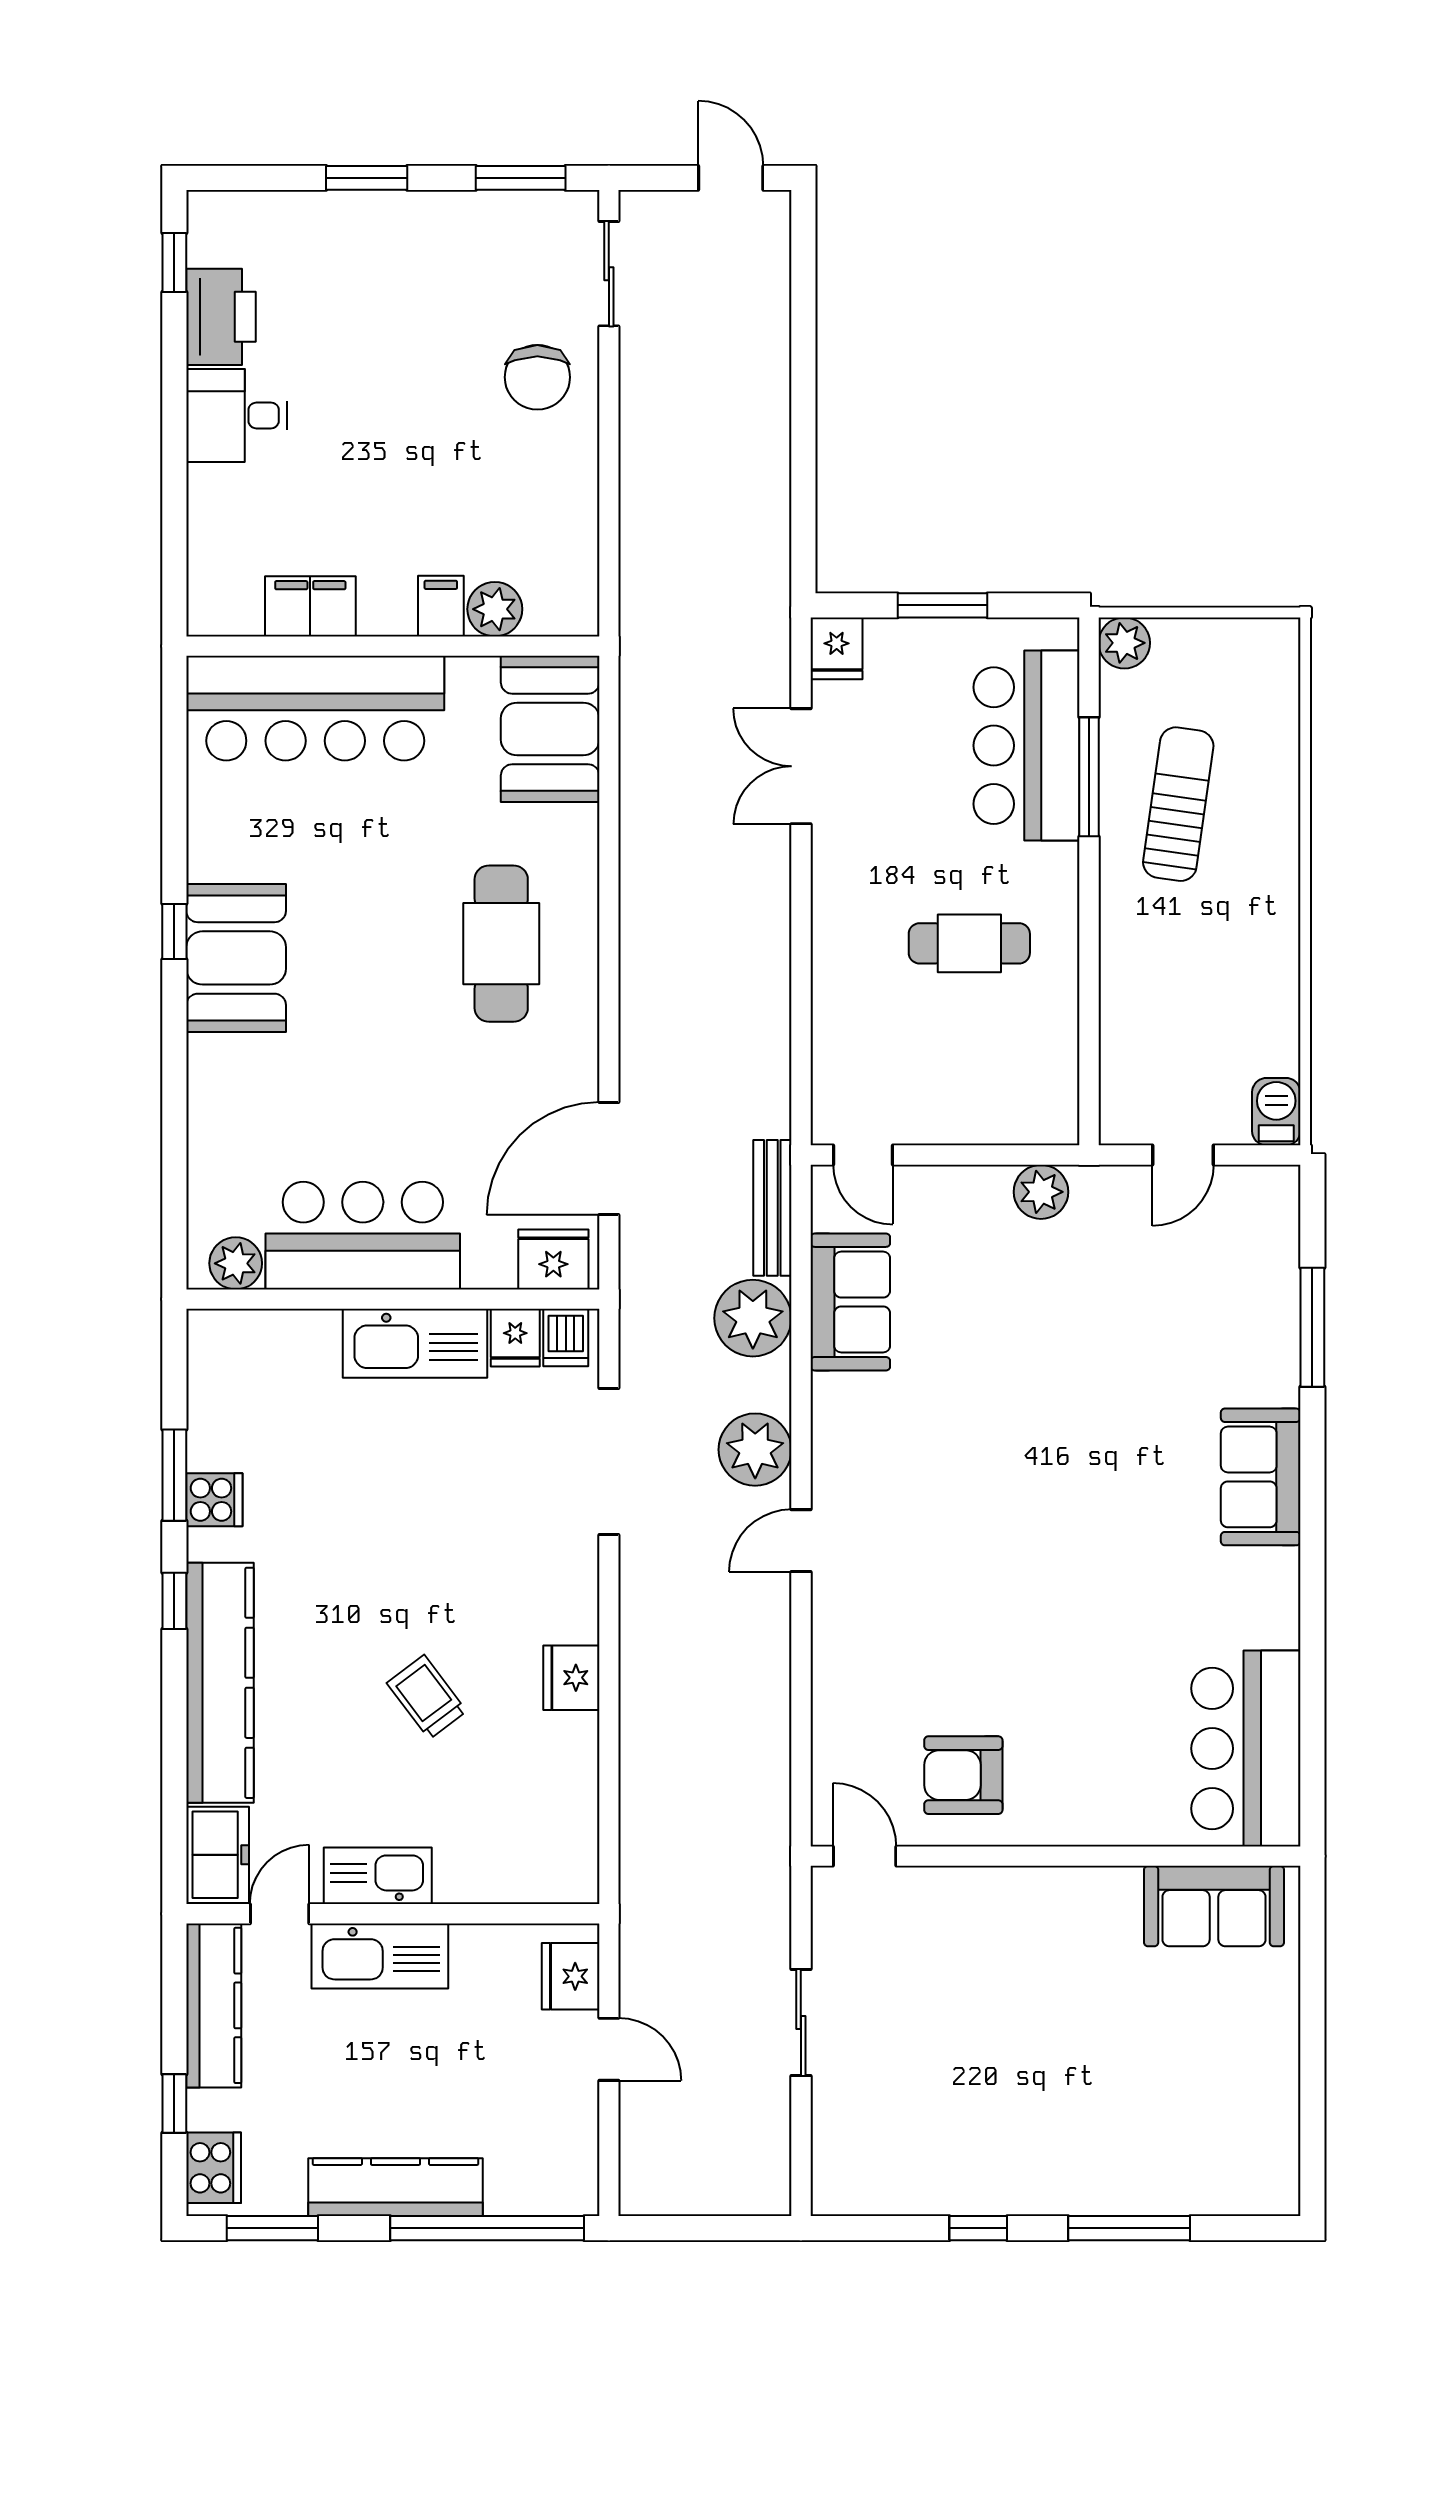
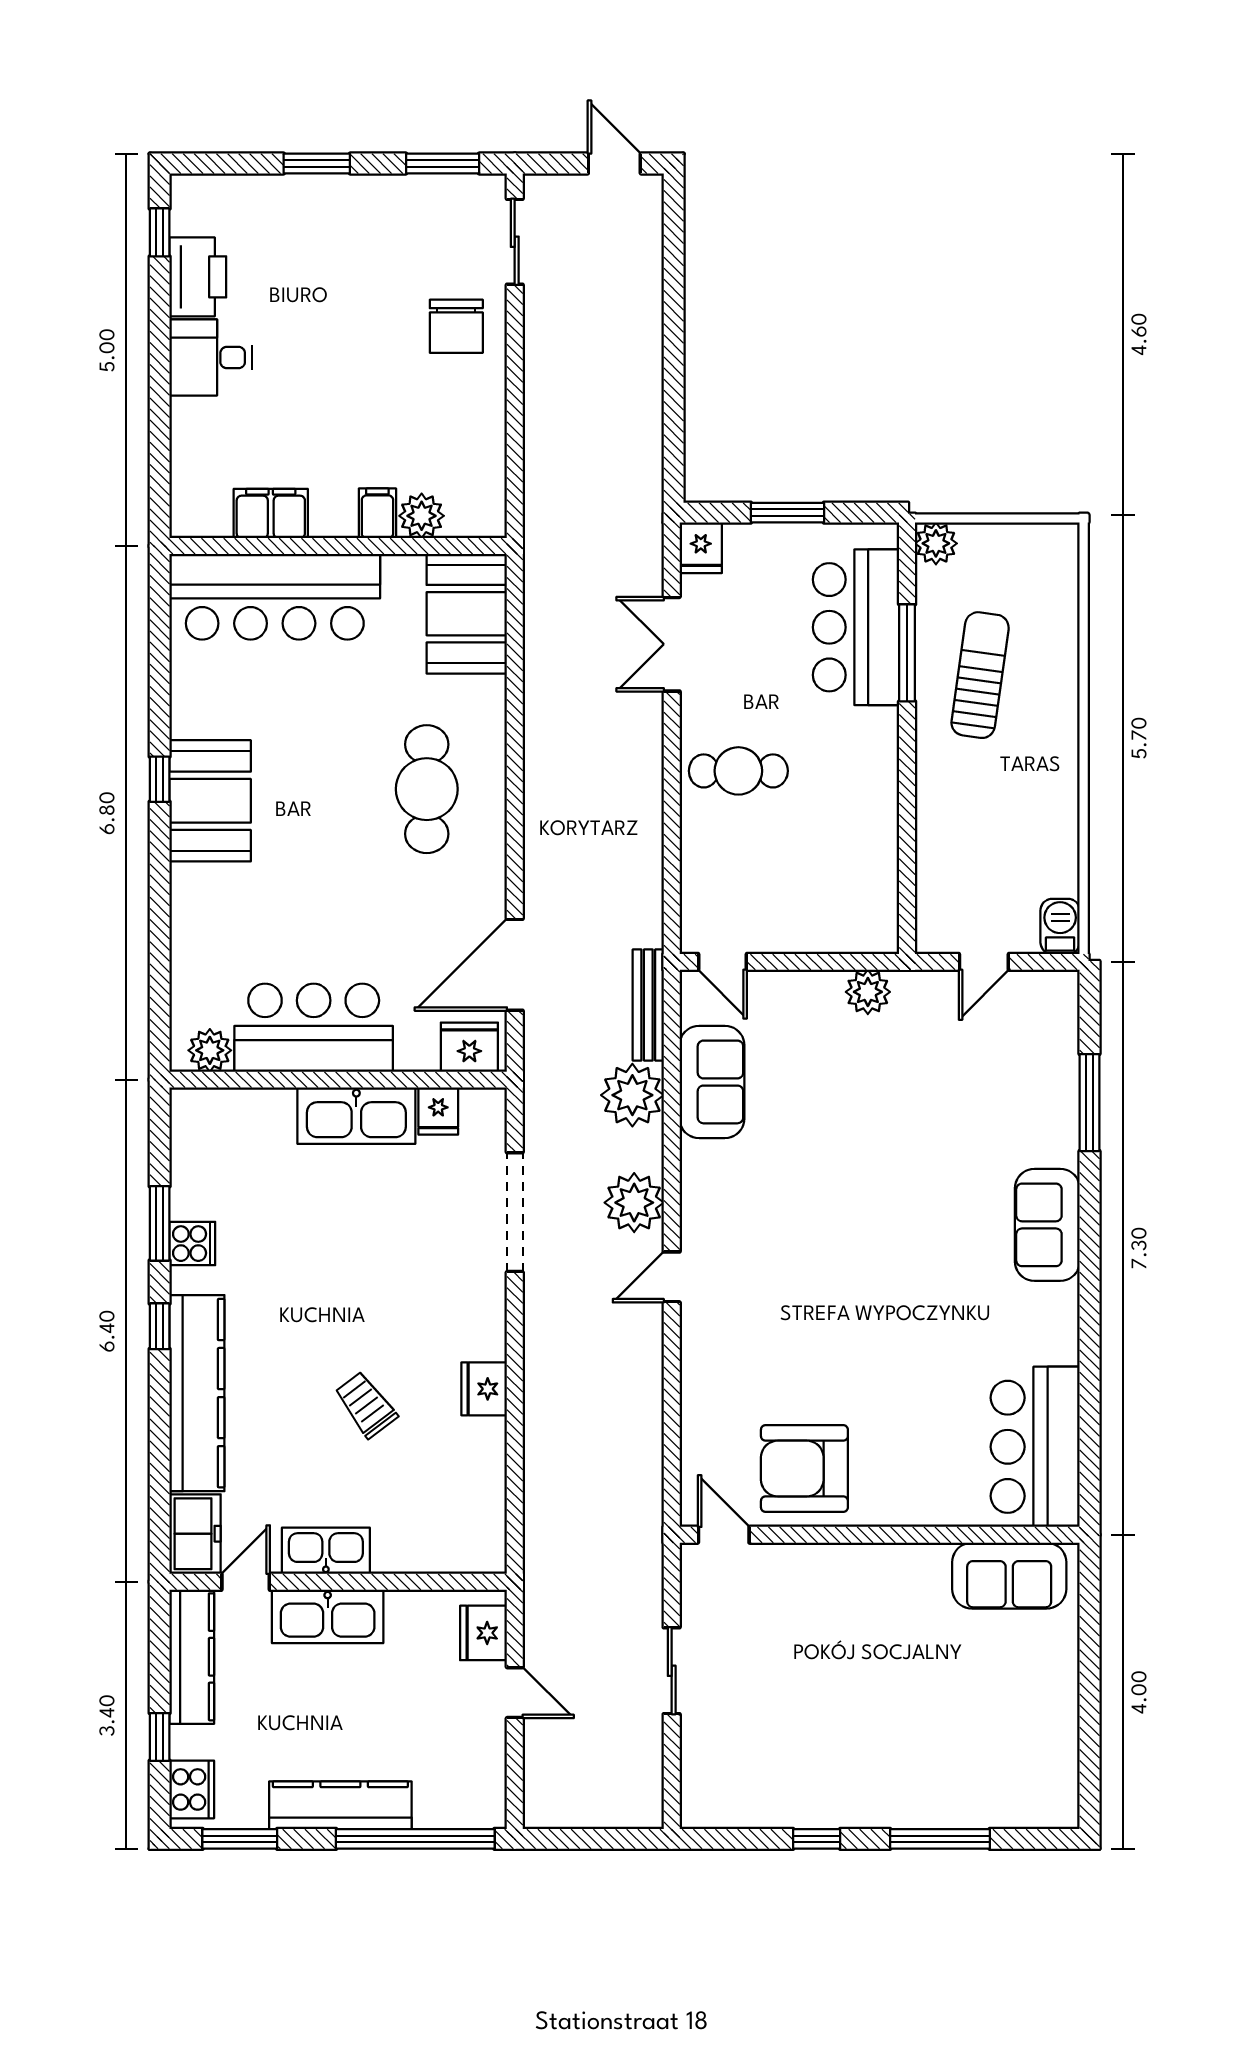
cafe table: (969, 943) -> (738, 771), moved
dishwasher: (566, 1338) -> (480, 1111), removed
armchair: (963, 1775) -> (804, 1469), width x1.36, depth x1.36

